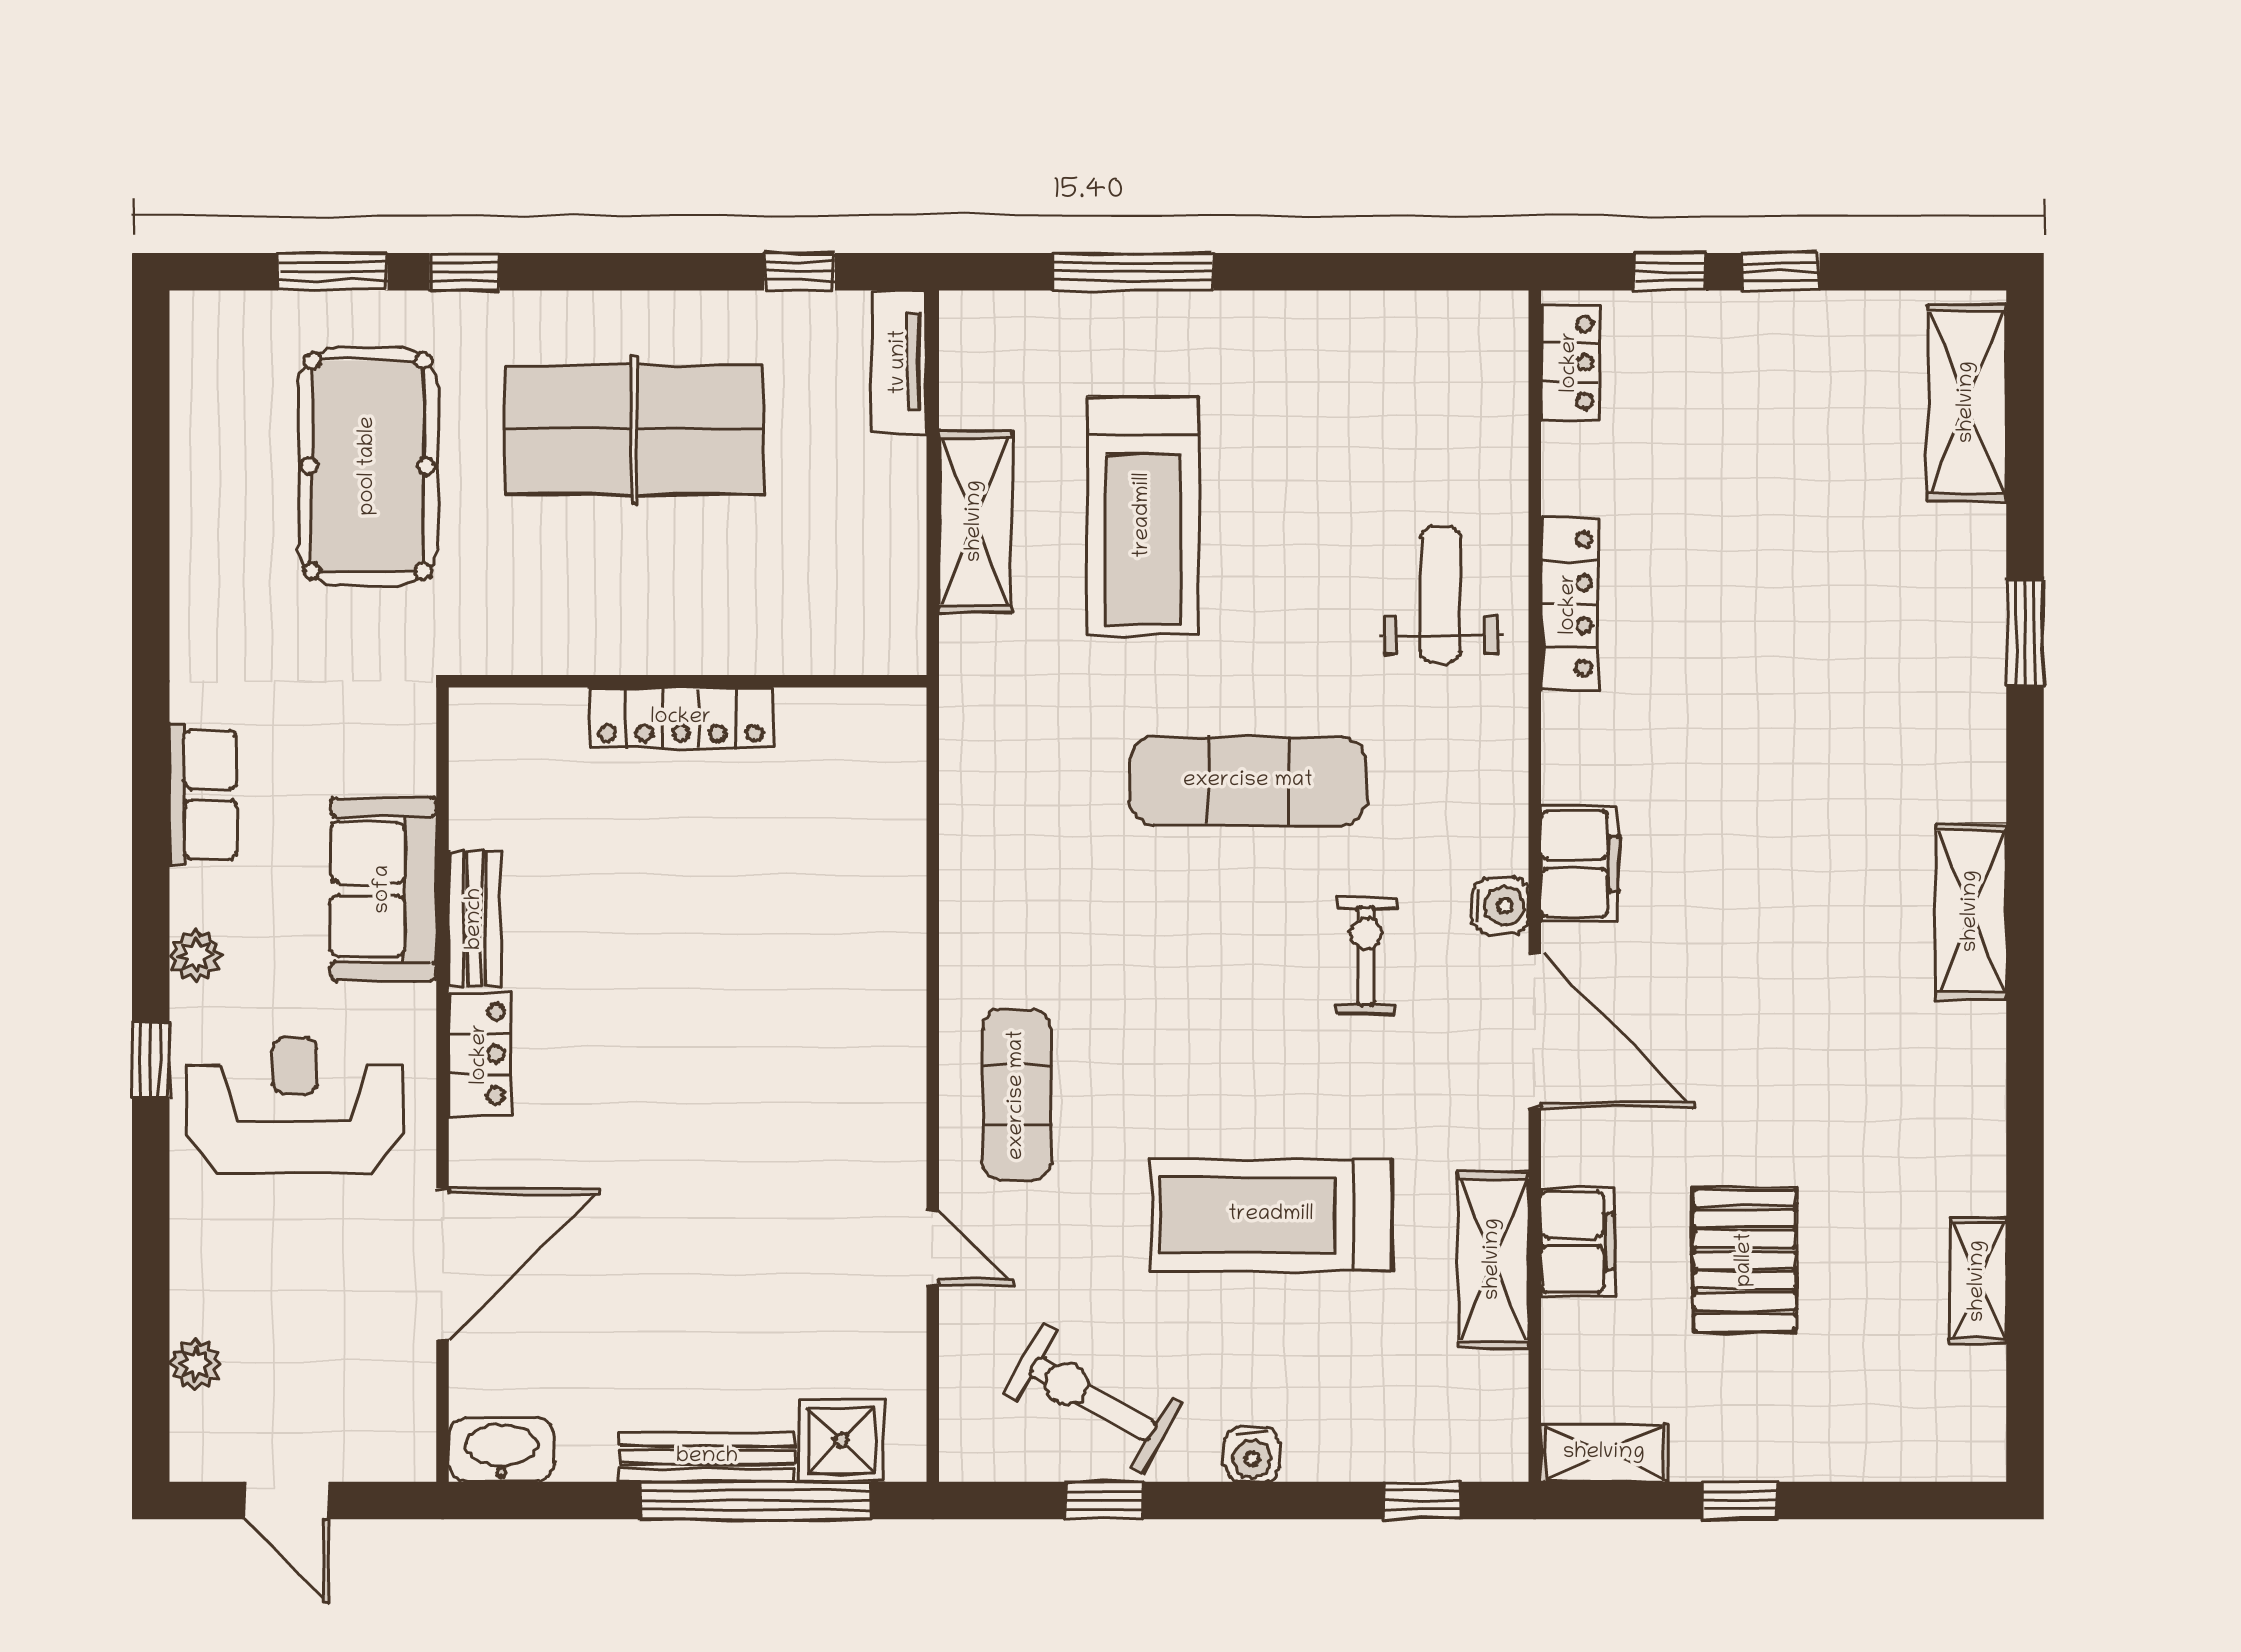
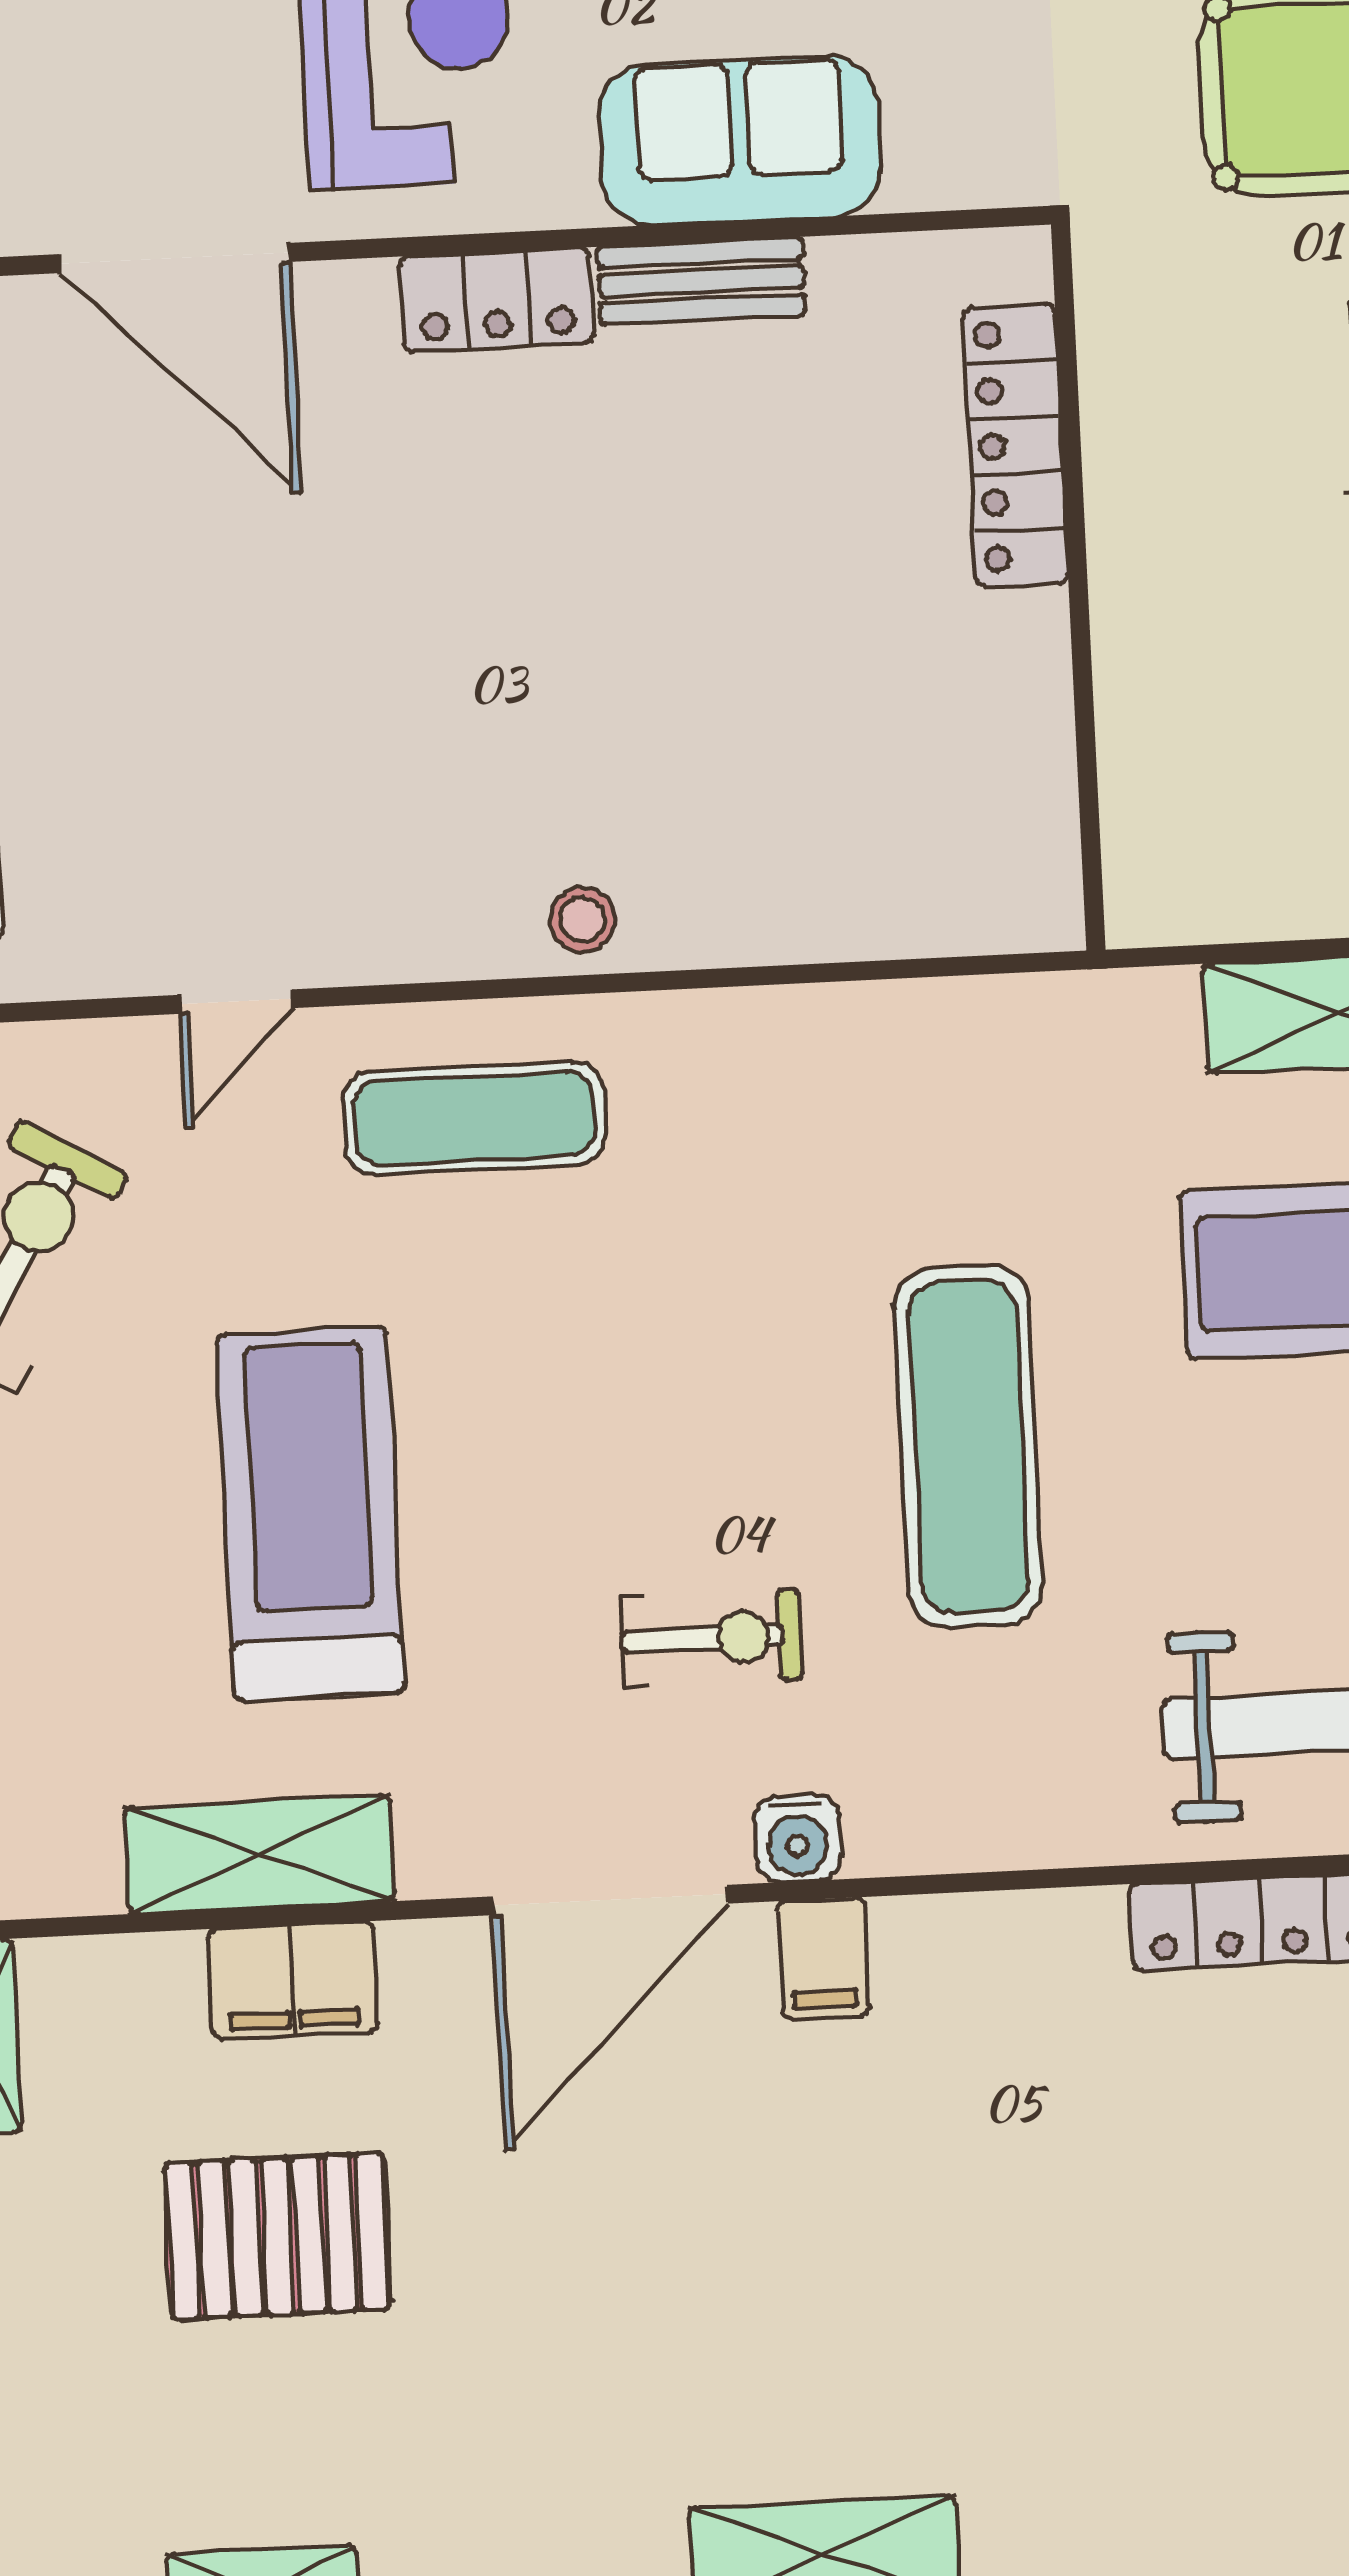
locker: (681, 718) -> (1016, 446), moved
filing cabinet: (1580, 864) -> (823, 1958), width x0.50
stool: (890, 1017) -> (582, 920), added

